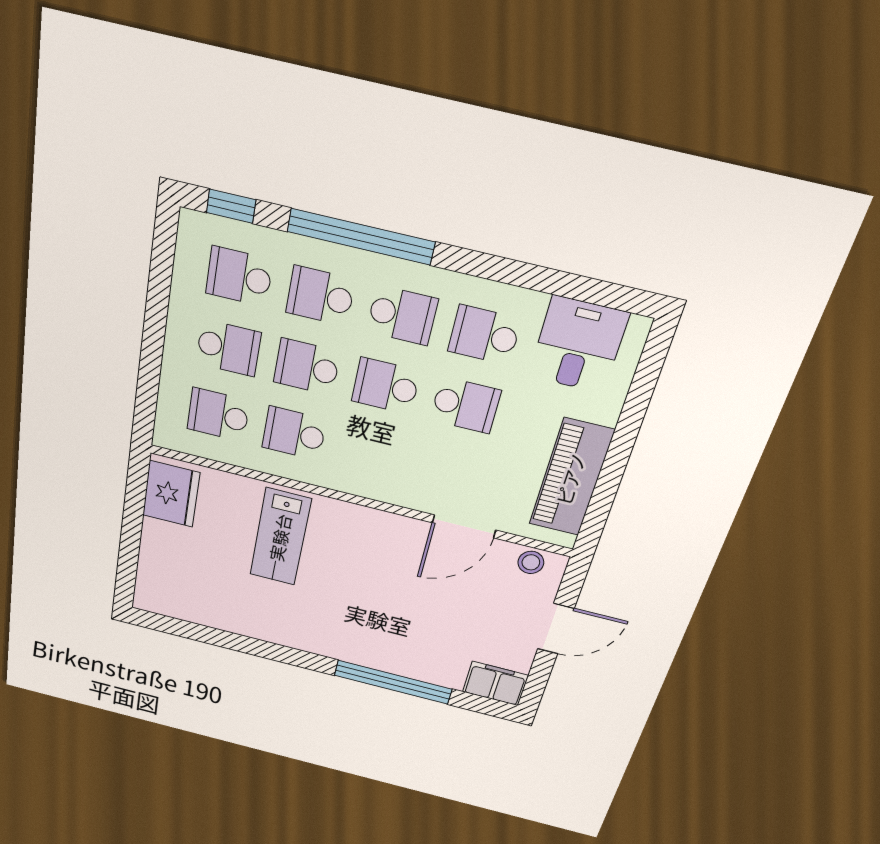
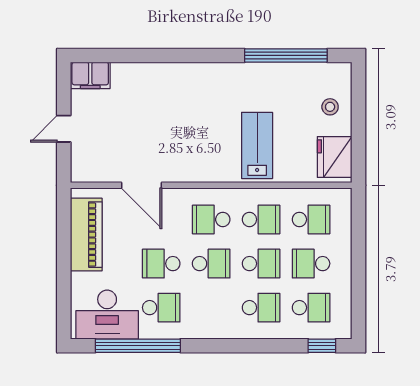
window: (361, 237) -> (138, 346), moved
school desk: (402, 315) -> (211, 219), moved
desk: (578, 345) -> (107, 315), width x1.37
door: (464, 526) -> (141, 185), swing flipped
stool: (531, 562) -> (330, 107), moved
door: (556, 629) -> (64, 129), width x0.73
window: (393, 682) -> (286, 55), moved

